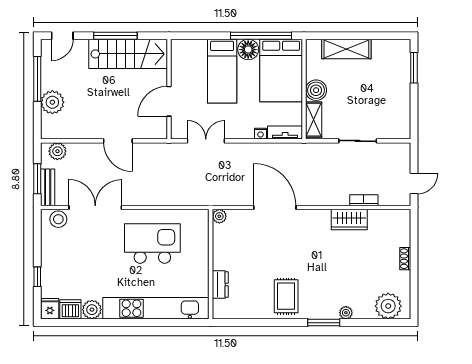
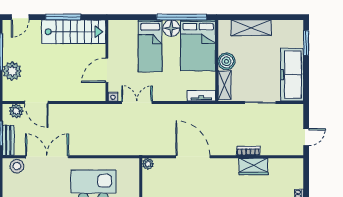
freezer: (397, 107) -> (292, 75), added
nightstand: (261, 134) -> (113, 97), moved
door: (118, 141) -> (36, 102), moved
bookcase: (364, 200) -> (248, 151), moved

